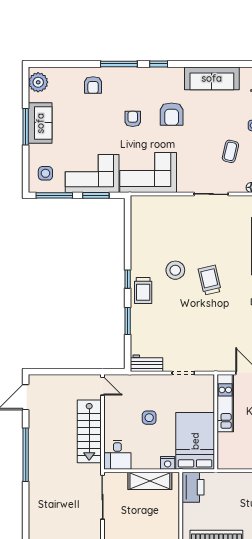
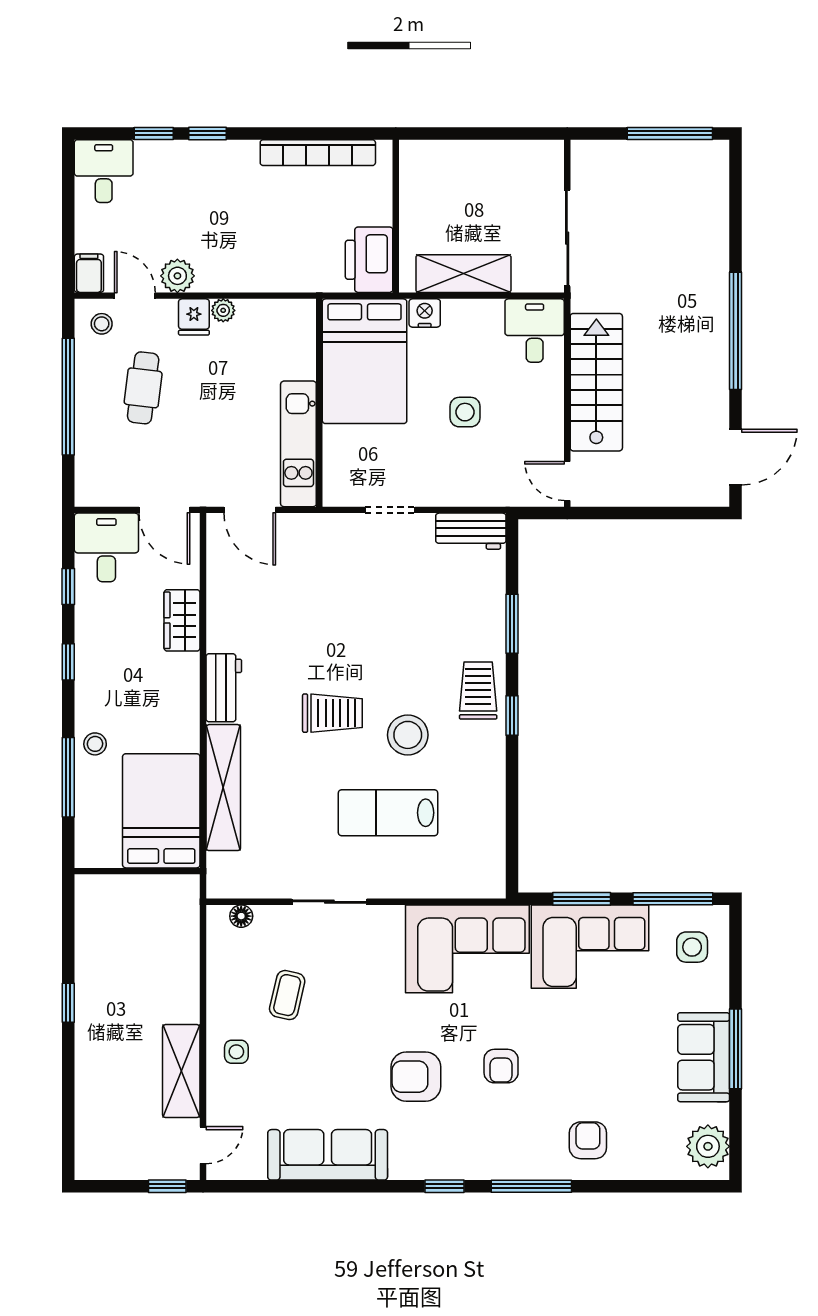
armchair: (172, 114) -> (416, 1077), turned -90
lab bench: (184, 235) -> (388, 813), added
trolley: (210, 280) -> (332, 713), turned -77

